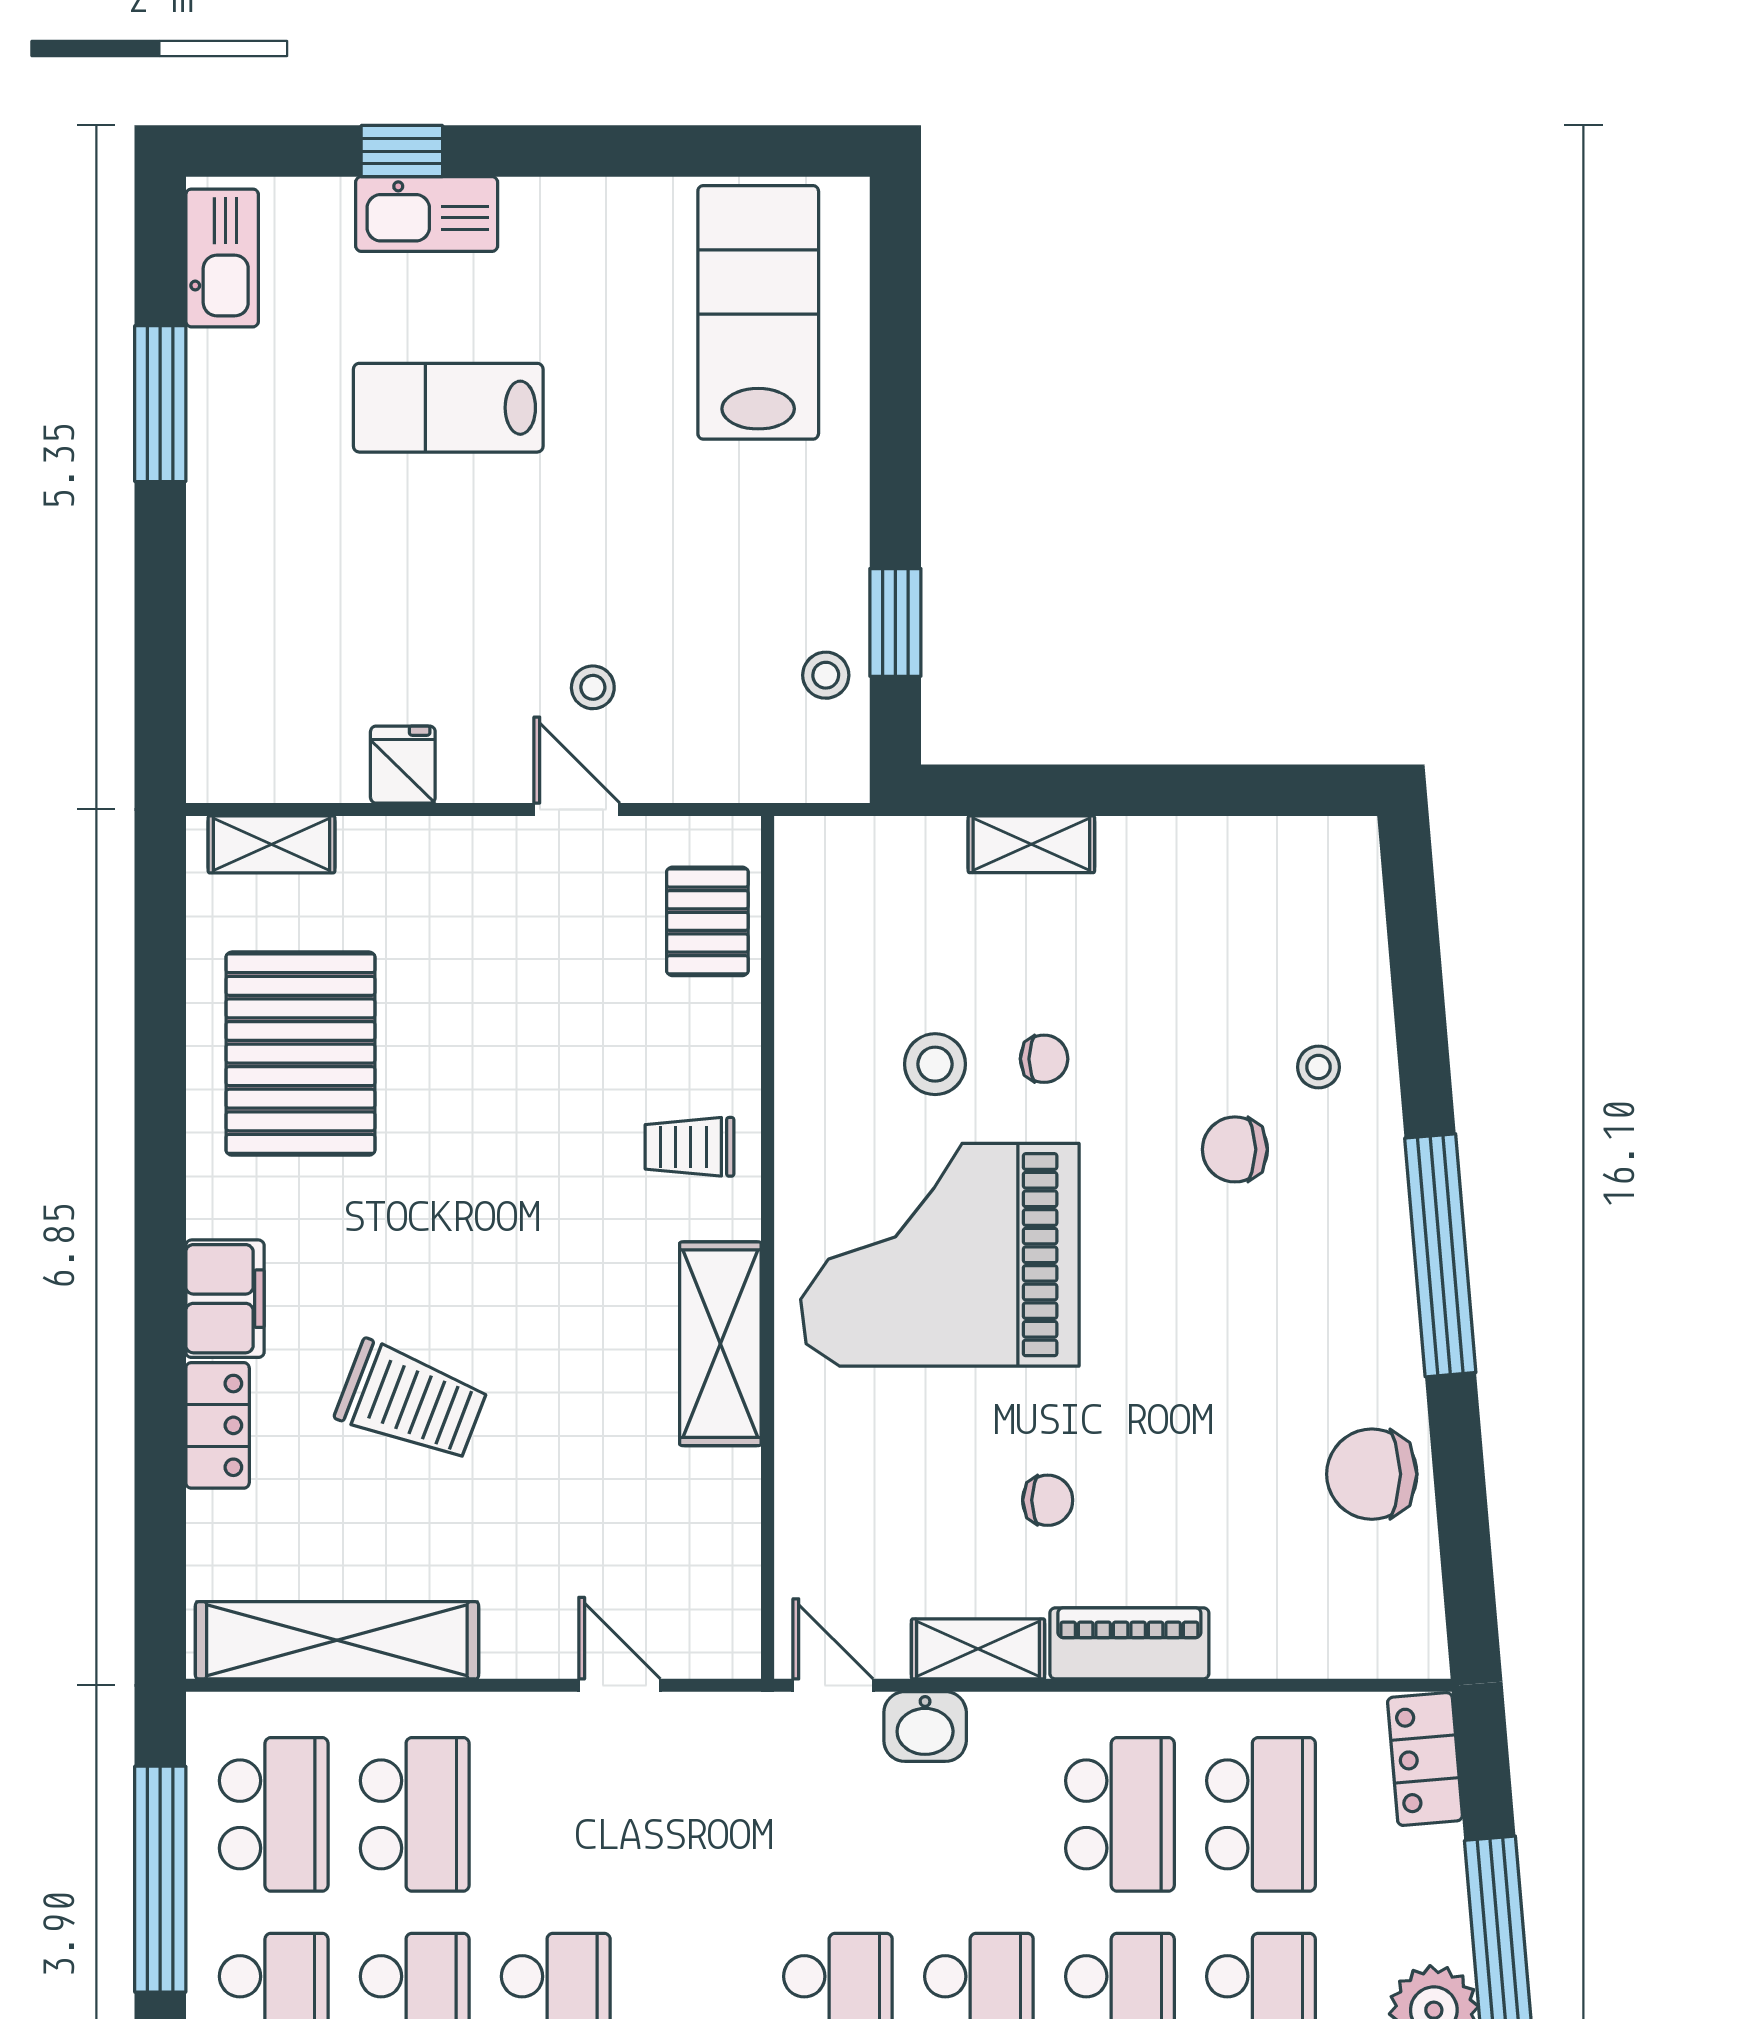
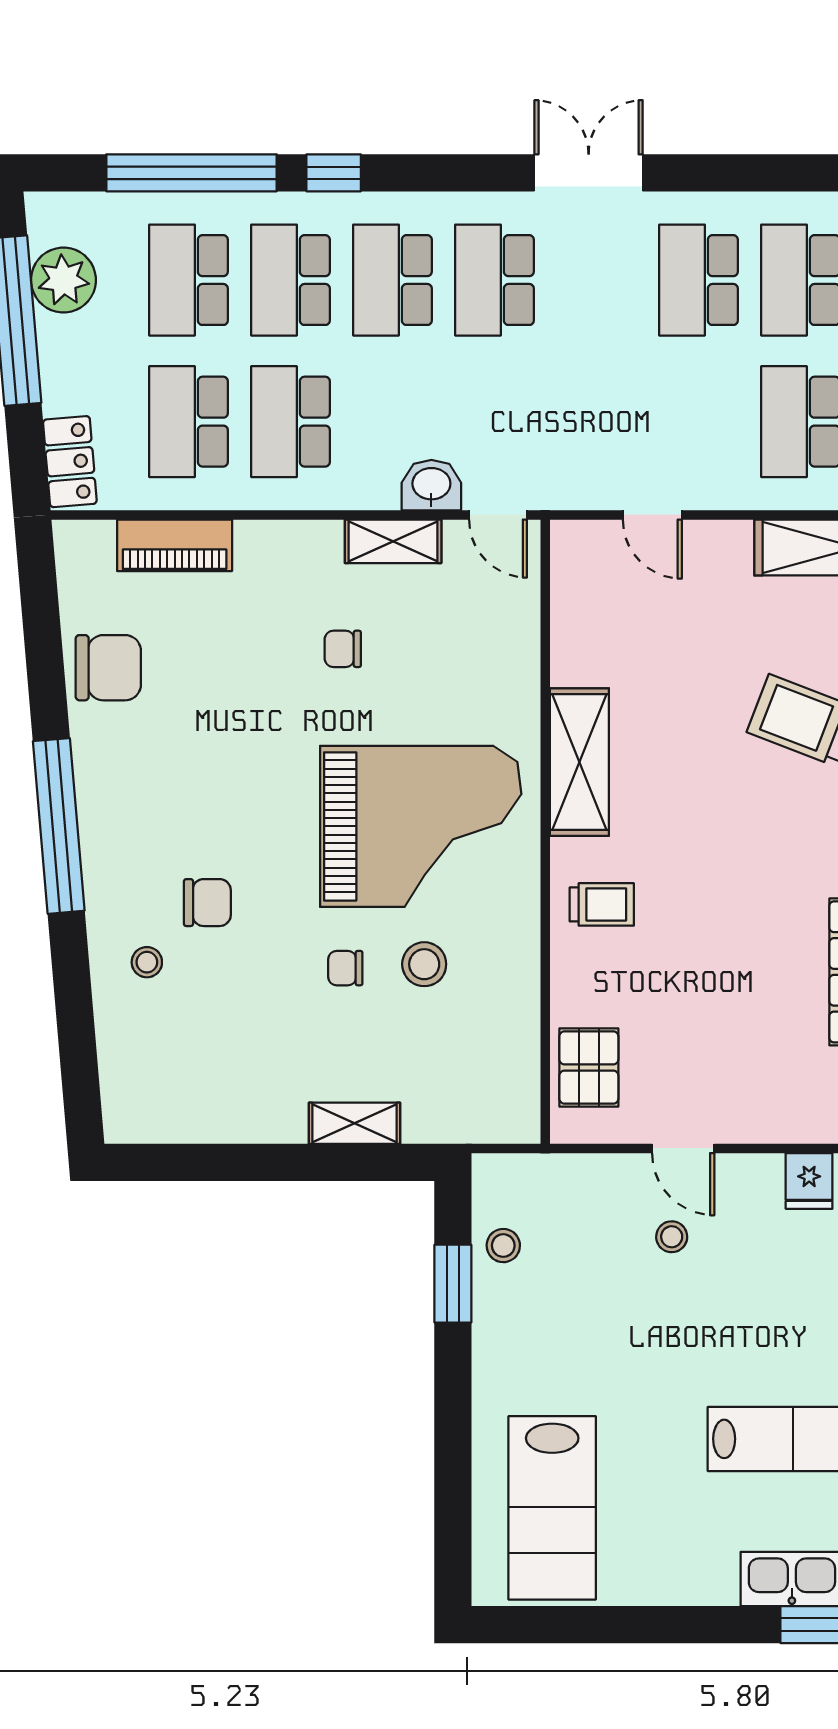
piano: (1129, 1643) -> (175, 545), moved

